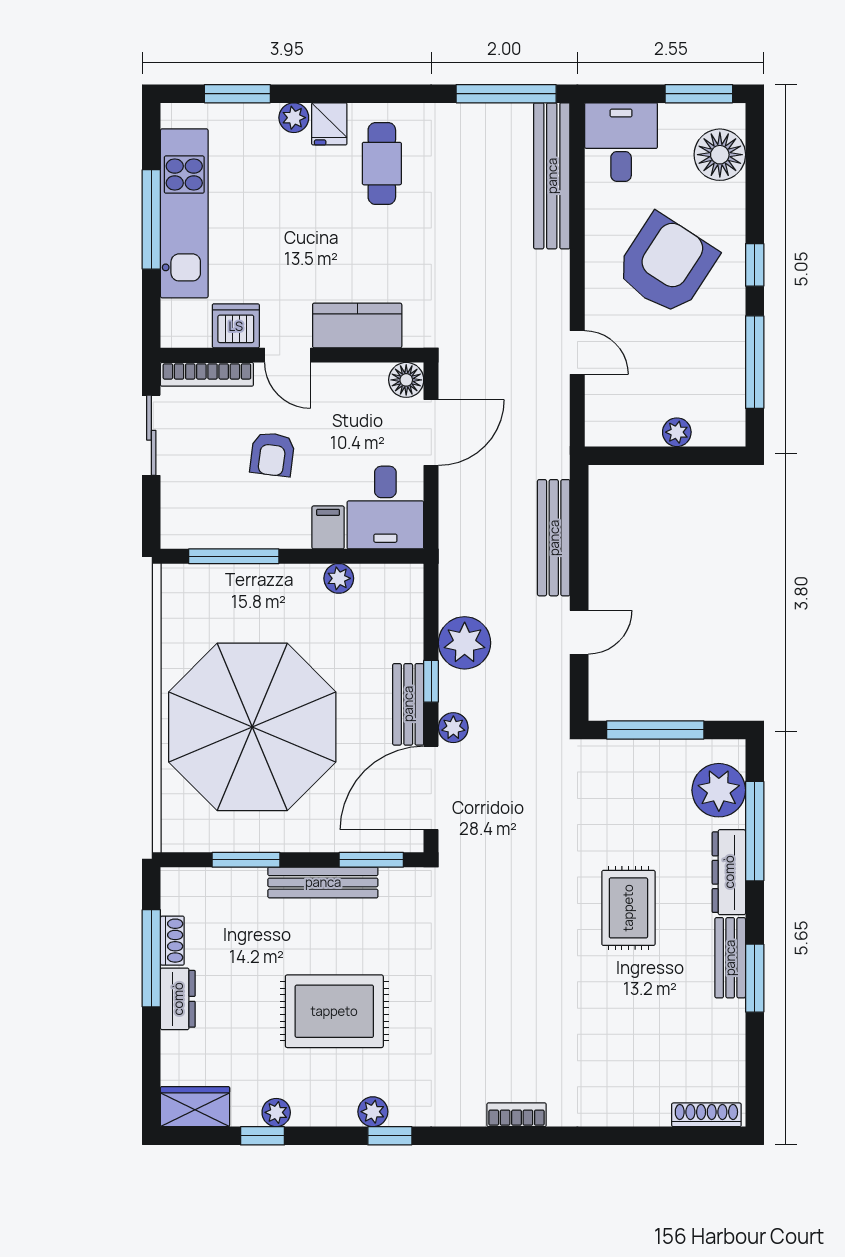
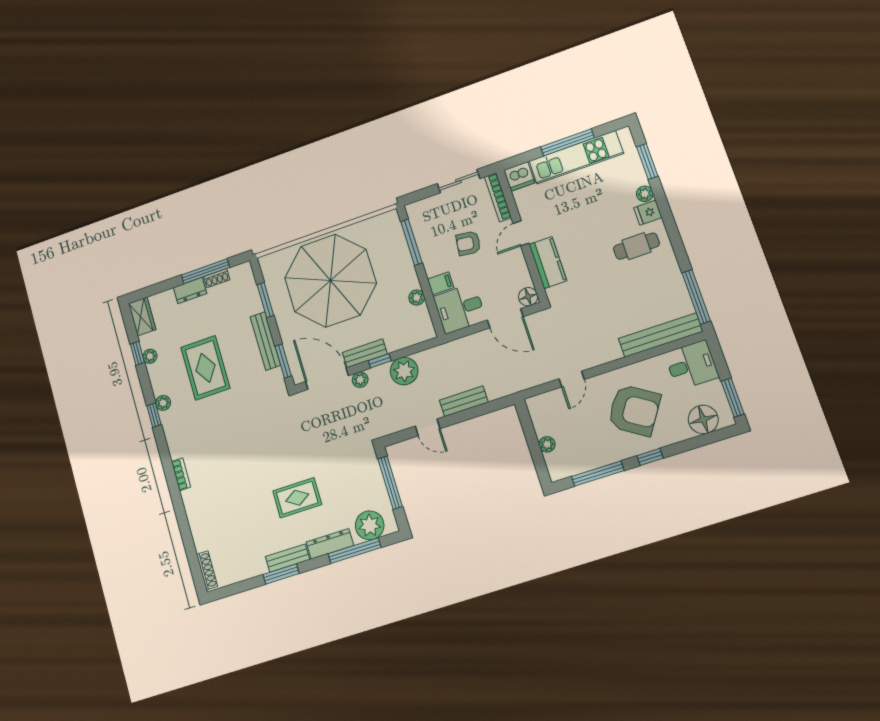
dishwasher: (236, 326) -> (519, 176), moved, turned 90
bench: (554, 538) -> (464, 401), width x0.73

